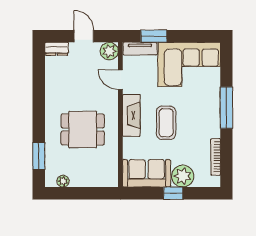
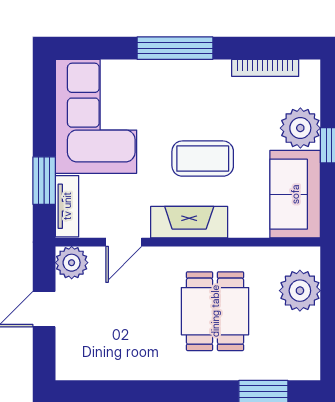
dresser: (57, 49) -> (67, 359), removed
plant: (63, 181) -> (300, 291), moved, width x1.88, depth x1.88

